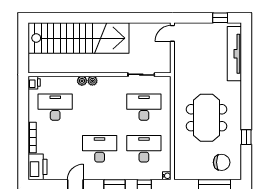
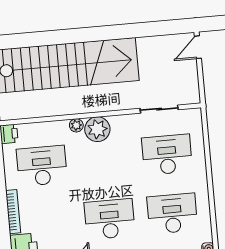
plant: (92, 81) -> (97, 129), width x1.88, depth x1.88

